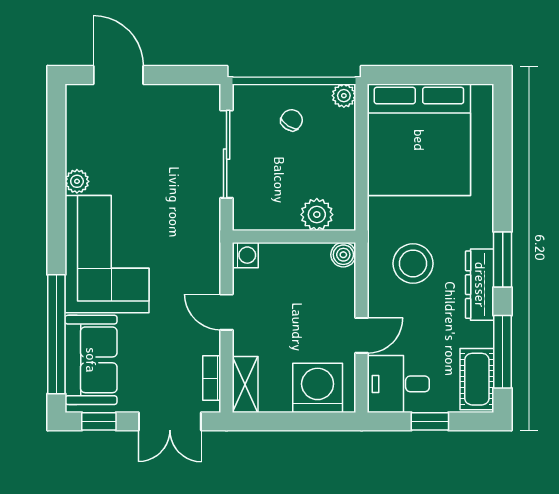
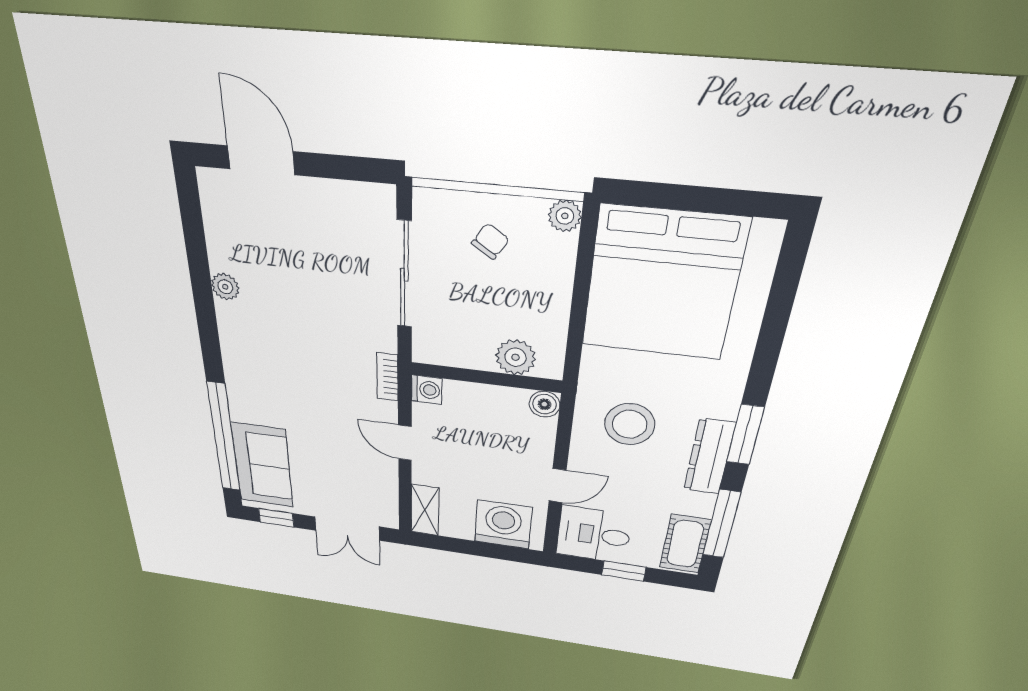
corner sofa: (107, 254) -> (268, 369), removed
bookcase: (212, 378) -> (387, 377), moved

